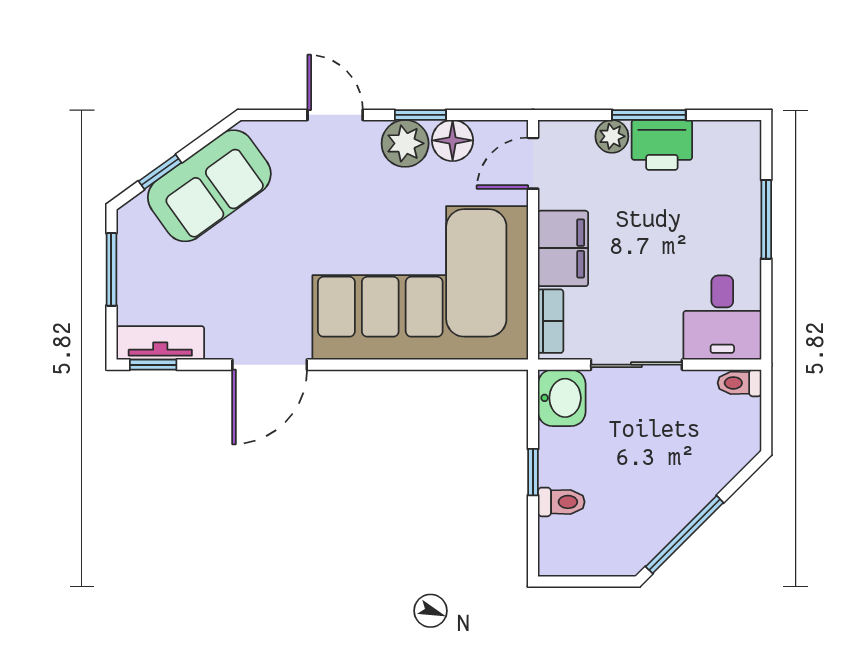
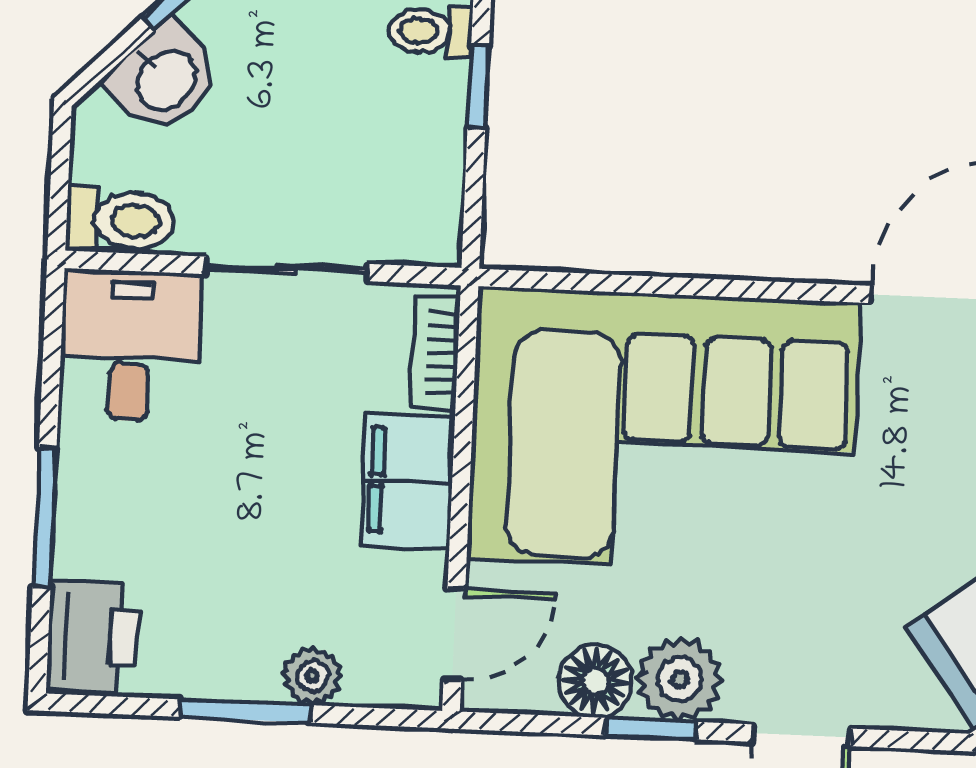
printer: (662, 145) -> (93, 637), moved, turned 90
toilet: (739, 383) -> (120, 220), width x1.37, depth x1.39
washbasin: (562, 398) -> (164, 79), moved, turned -135

